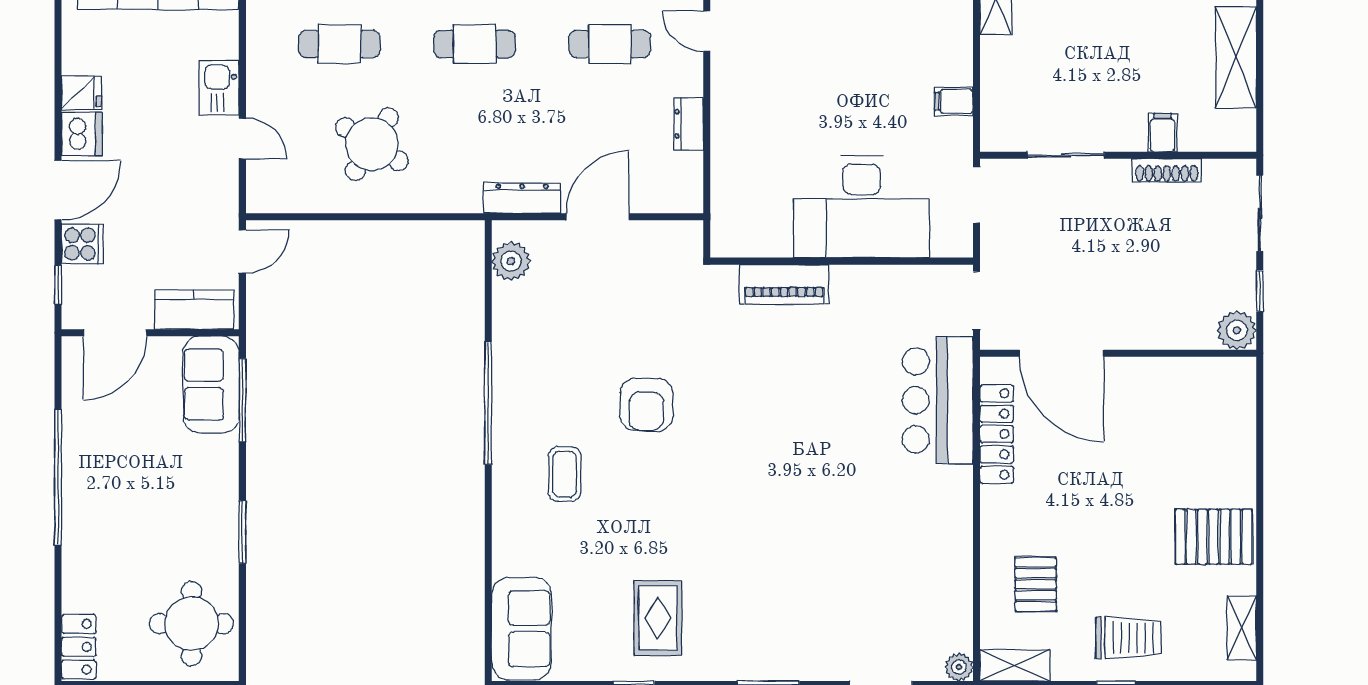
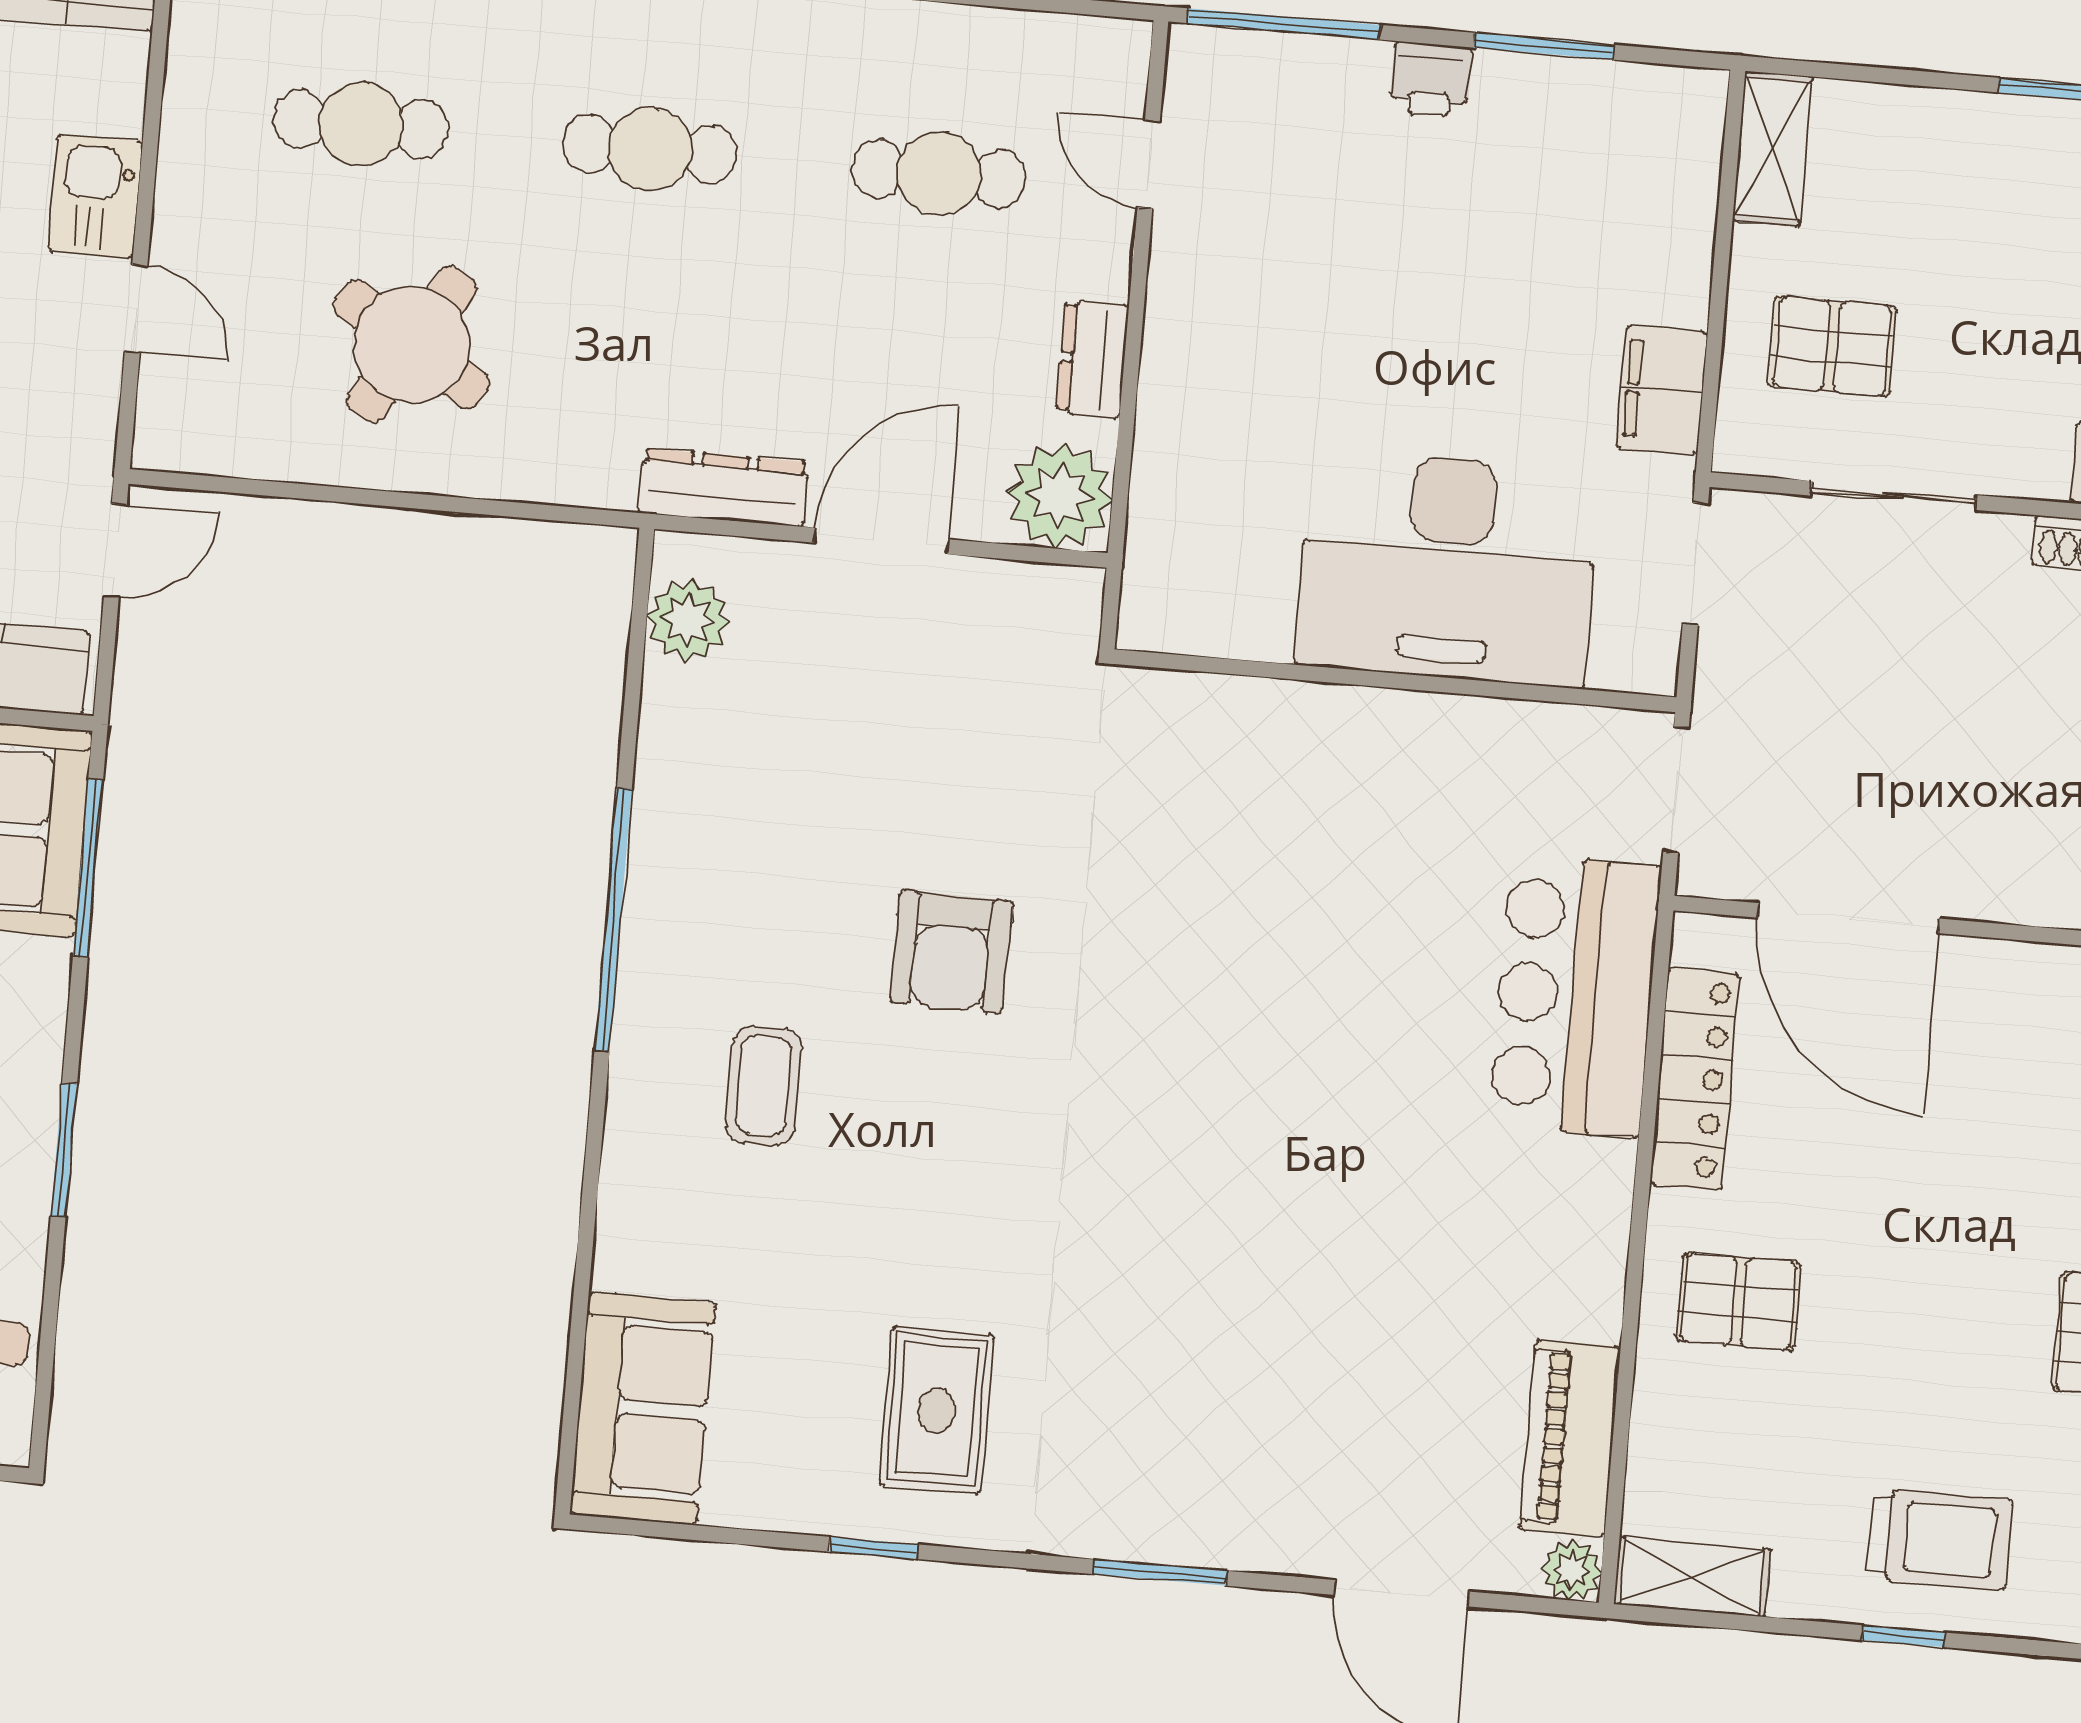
pallet: (1031, 88) -> (1832, 346), added
filing cabinet: (954, 101) -> (1662, 390), width x2.00
plant: (679, 189) -> (1060, 496), added
piano: (784, 284) -> (1570, 1438), moved, turned 90
pallet: (1036, 584) -> (1739, 1302), moved, turned 90

